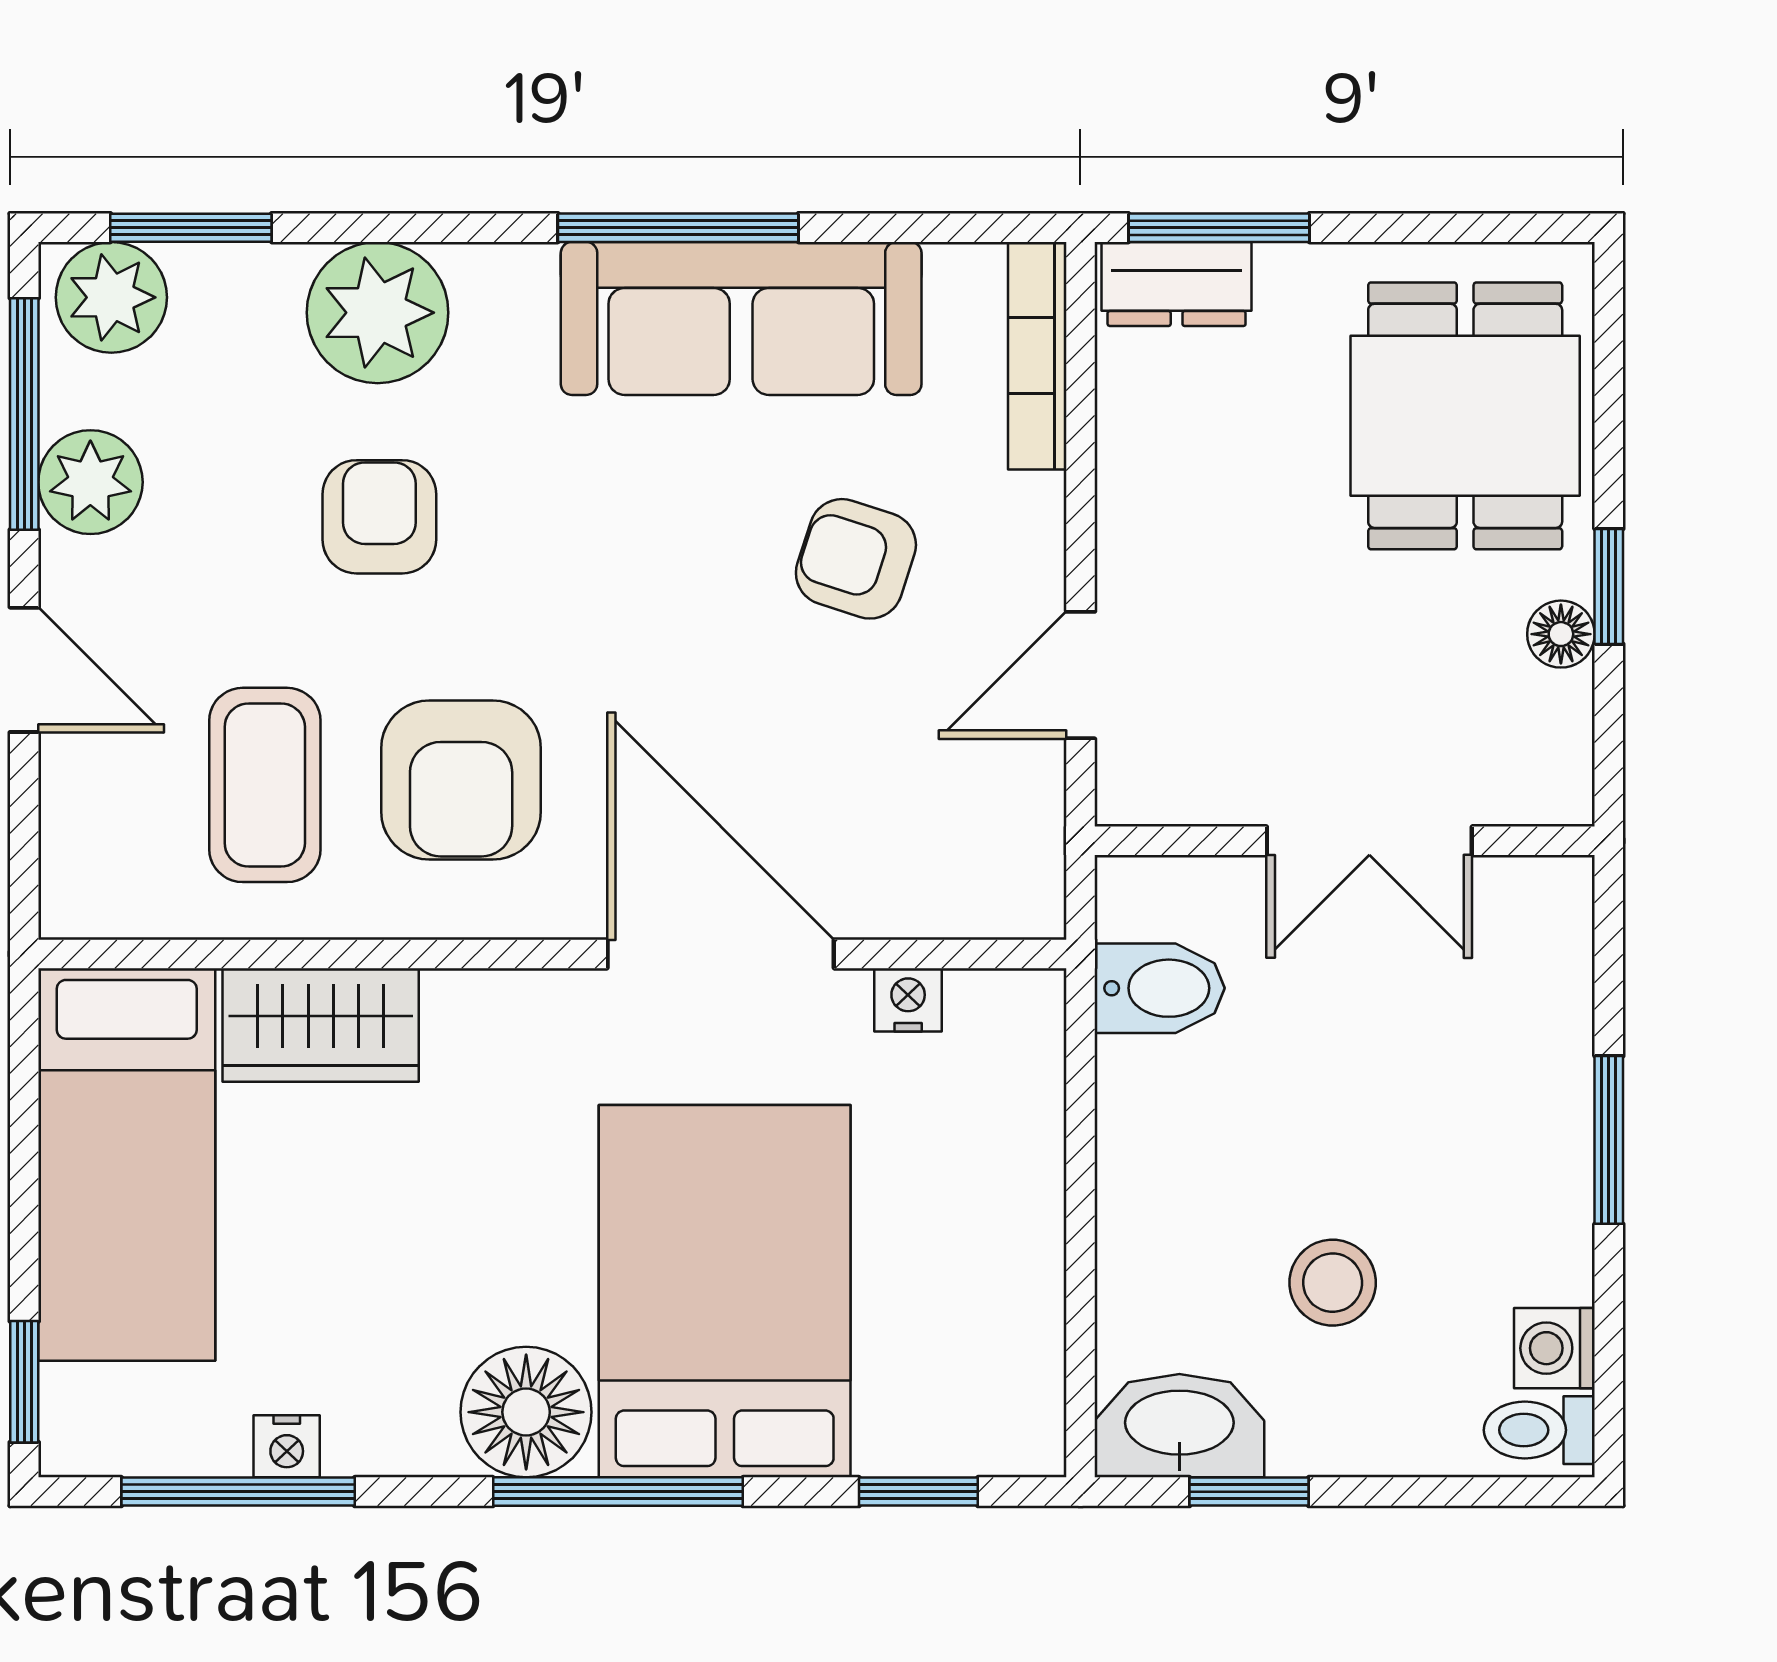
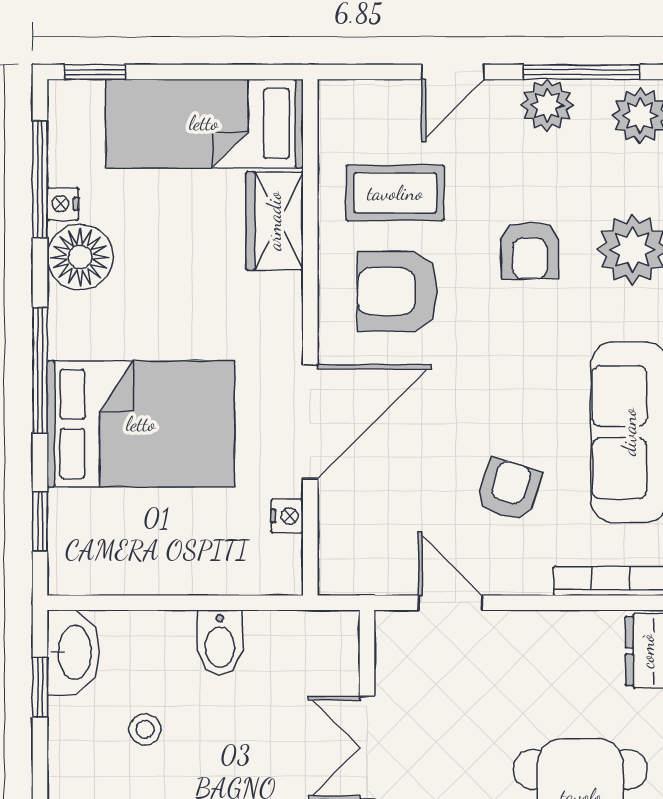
armchair: (379, 517) -> (530, 250), turned 90
bidet: (1160, 988) -> (220, 642), moved
stool: (1333, 1283) -> (145, 729), width x0.73, depth x0.73
floor lamp: (526, 1412) -> (80, 257), moved

